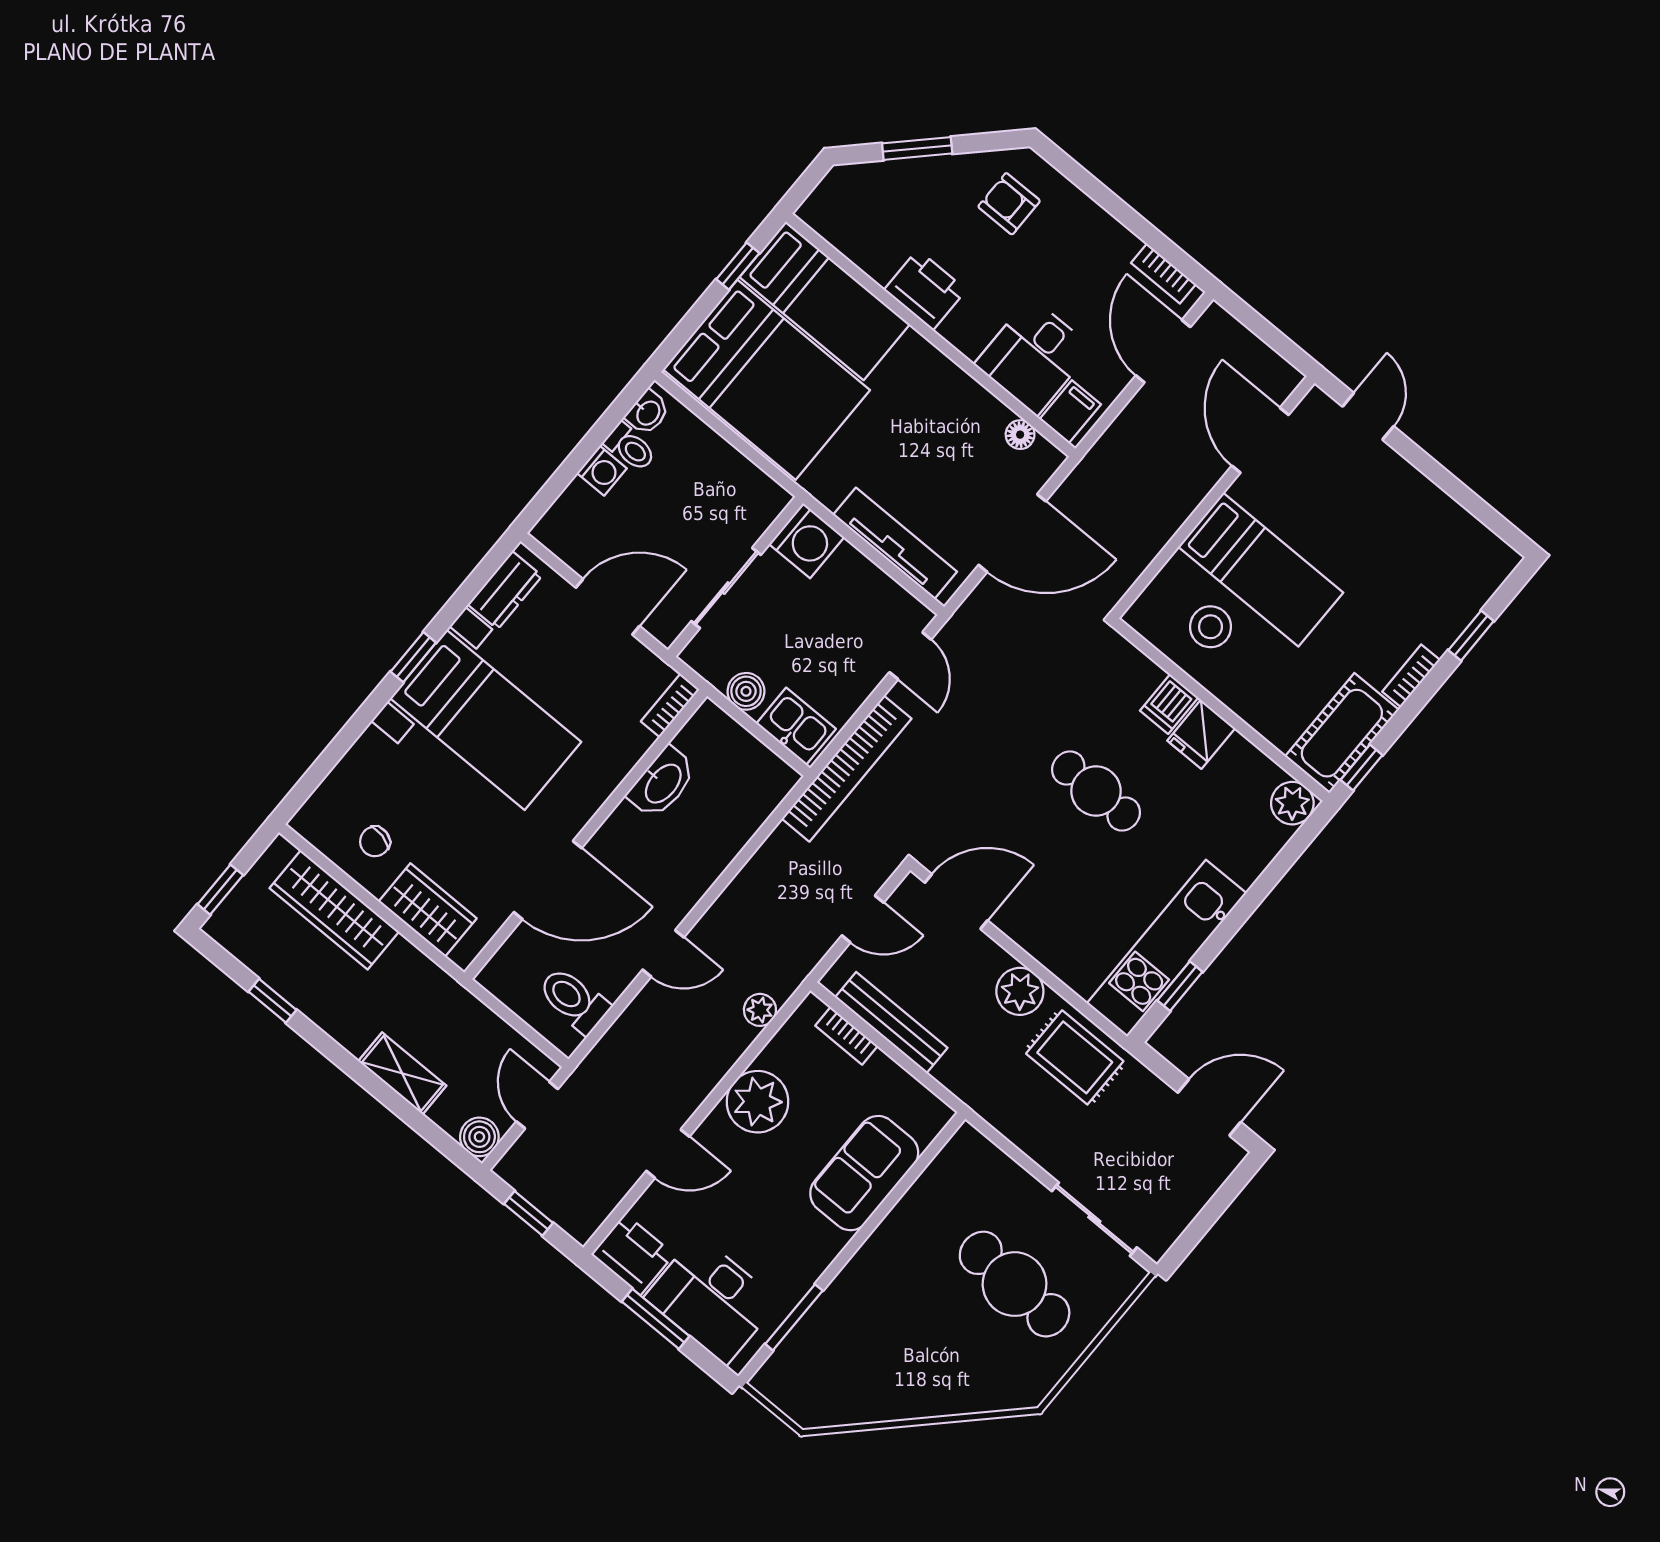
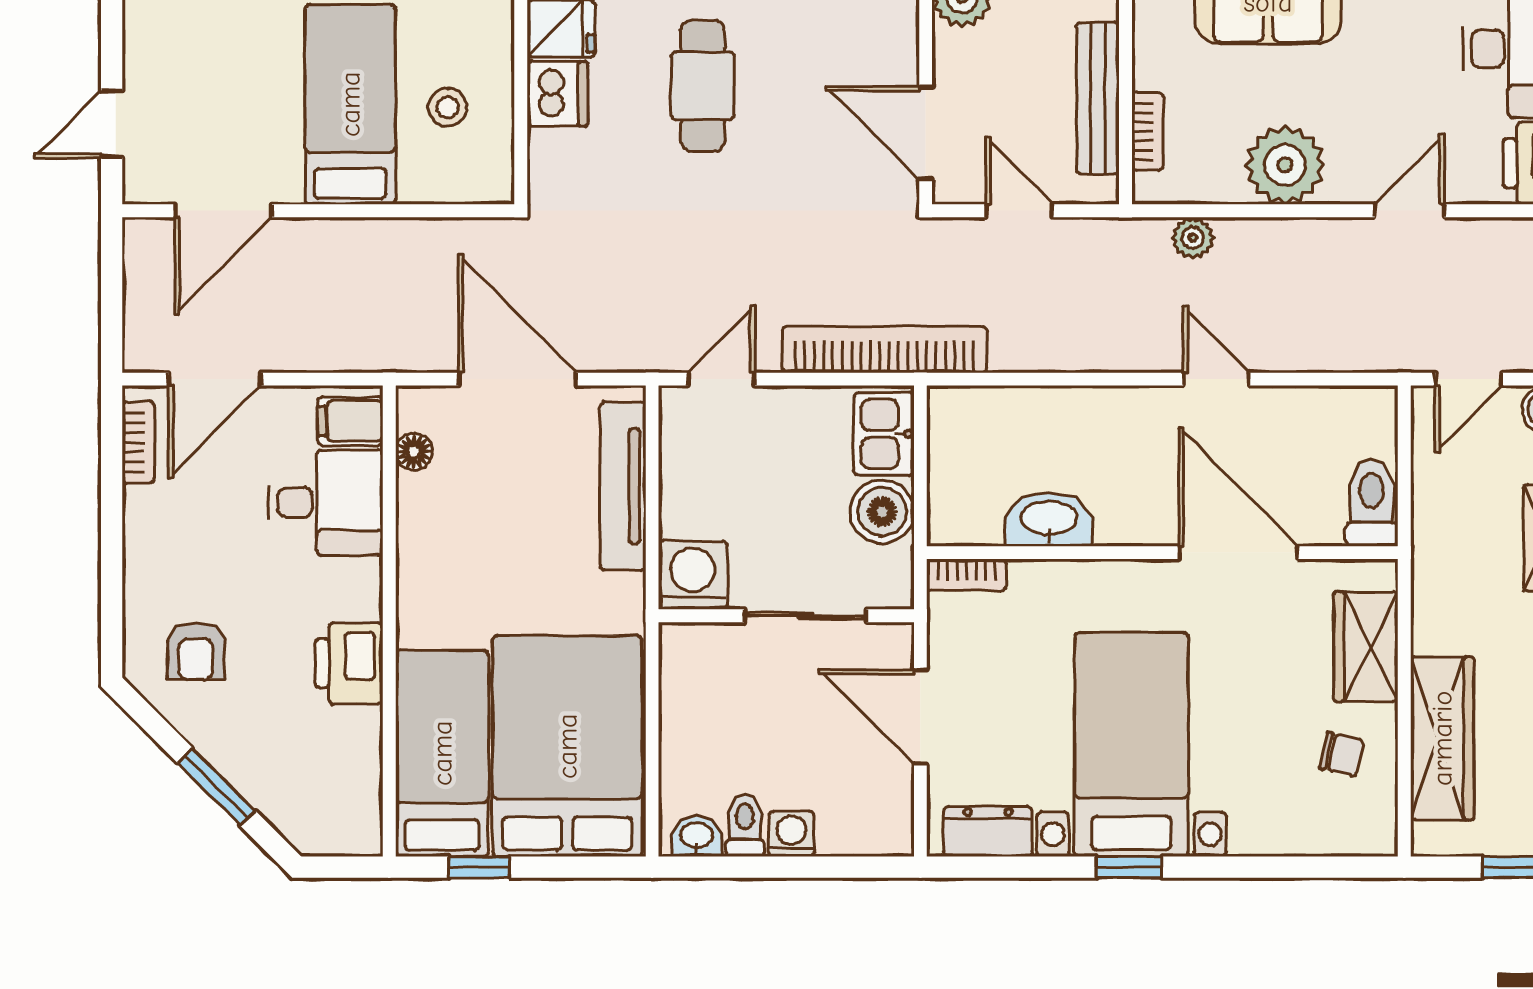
stool: (1211, 627) -> (448, 107), width x0.73, depth x0.73
boiler: (746, 691) -> (882, 512), width x1.36, depth x1.36
dishwasher: (1169, 704) -> (557, 94), width x1.38
toilet: (574, 1000) -> (1371, 503), moved, turned 180
door: (668, 1154) -> (1410, 211), hinge flipped

